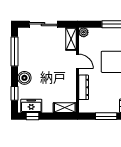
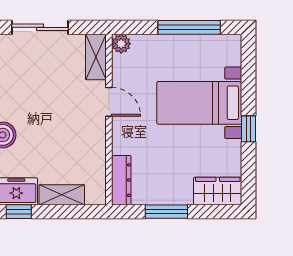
dresser: (84, 87) -> (121, 180), moved
shelving: (65, 108) -> (62, 195), moved

